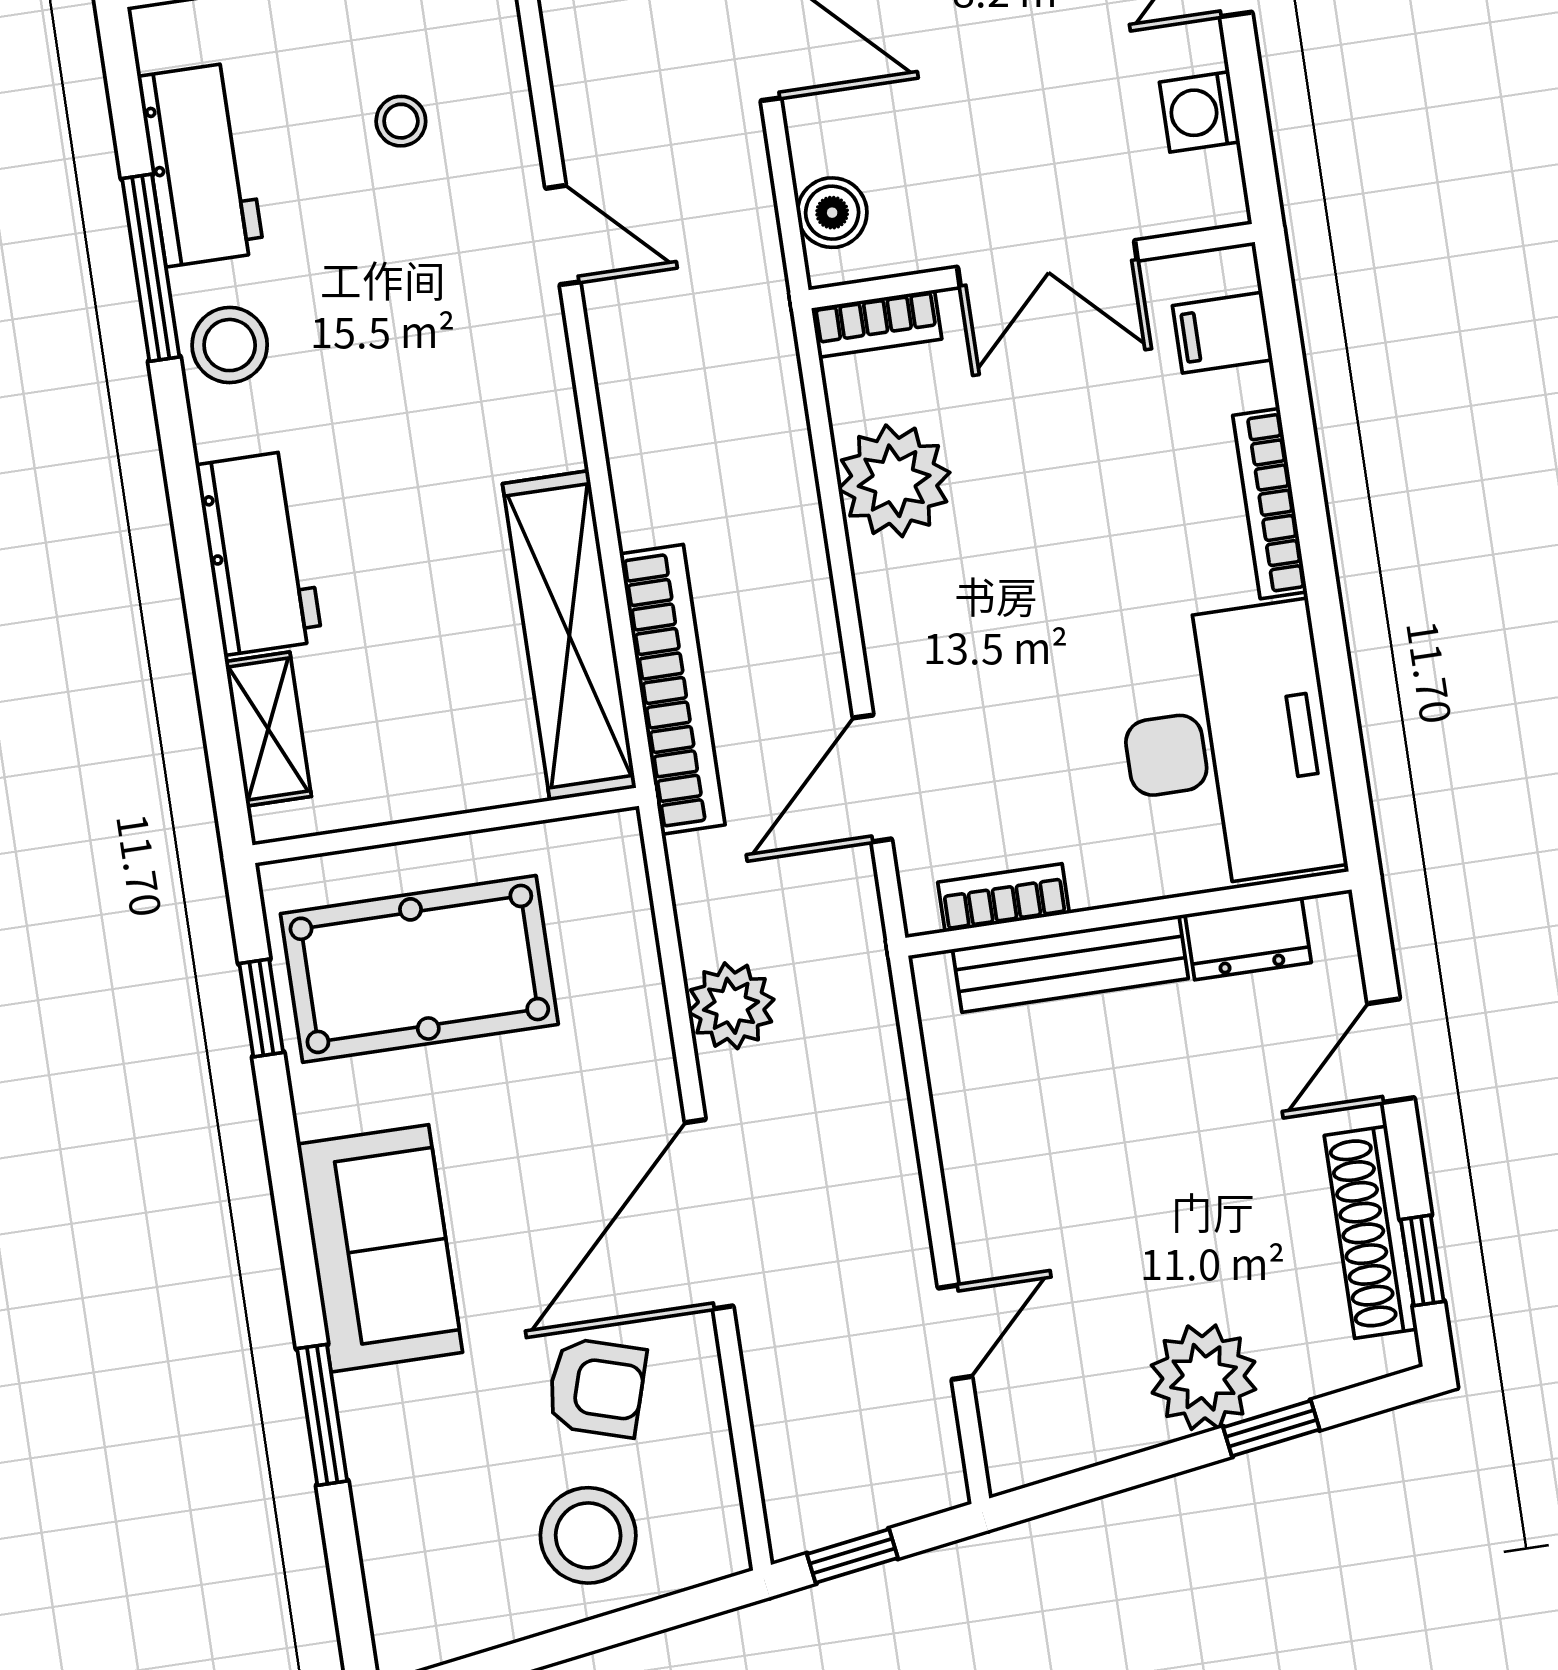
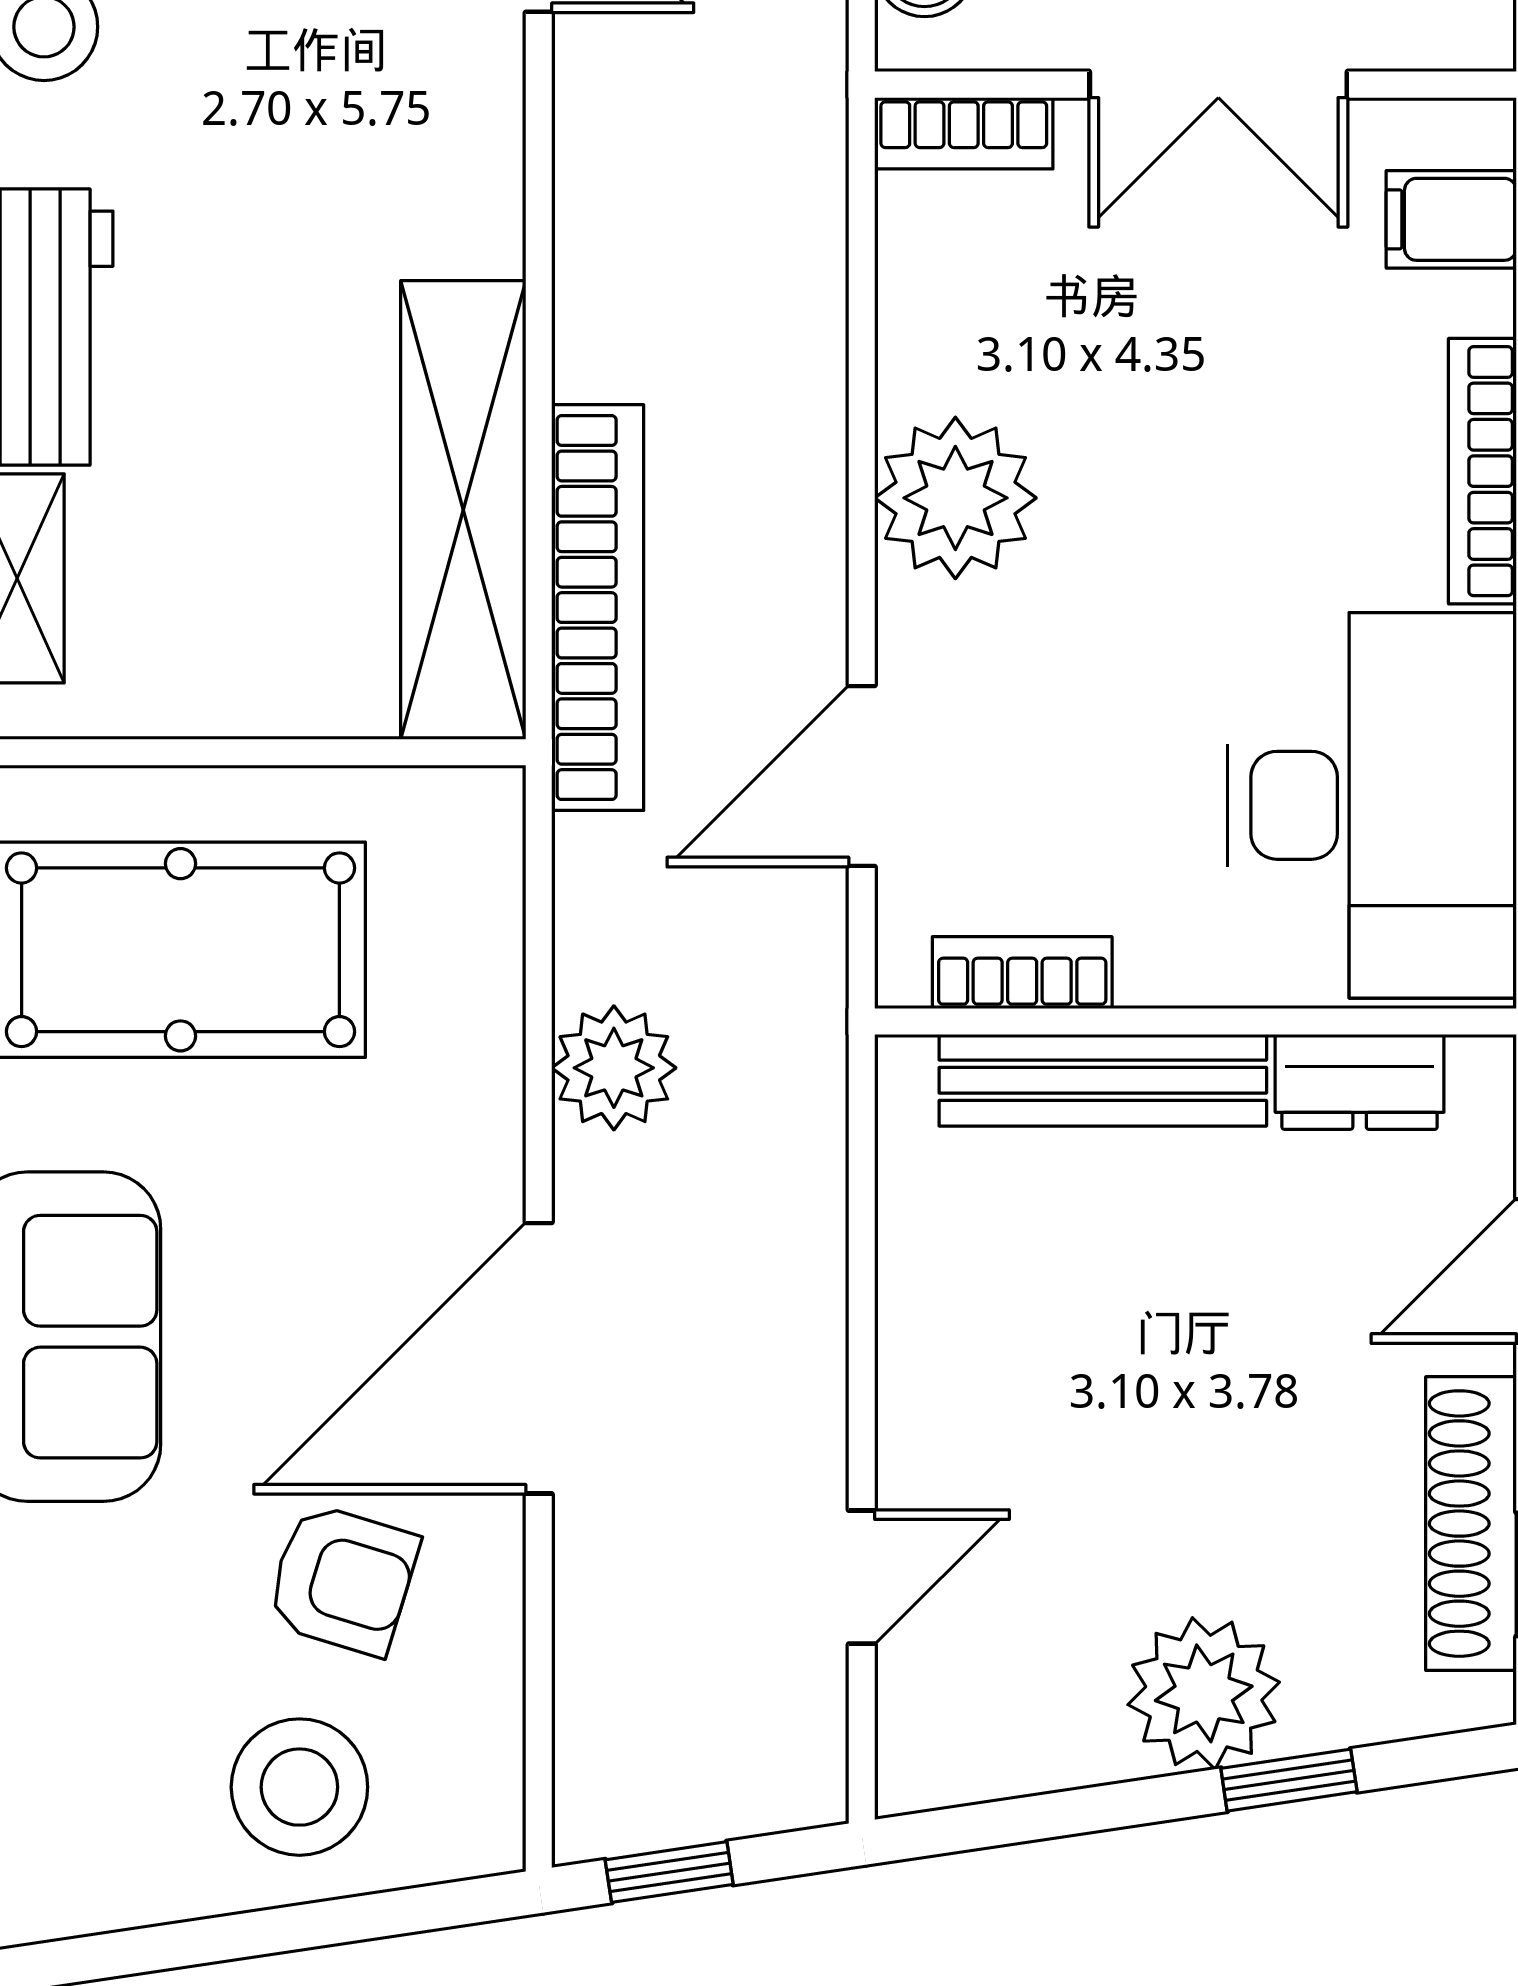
plant: (894, 481) -> (955, 498), moved

